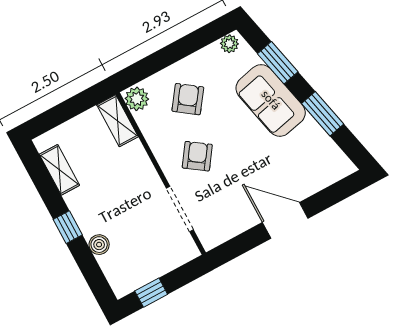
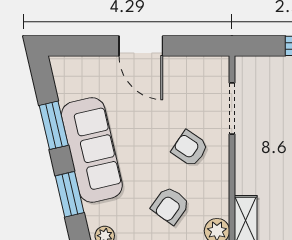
sofa: (271, 100) -> (92, 150), width x1.36
armchair: (197, 156) -> (190, 148), turned 89

